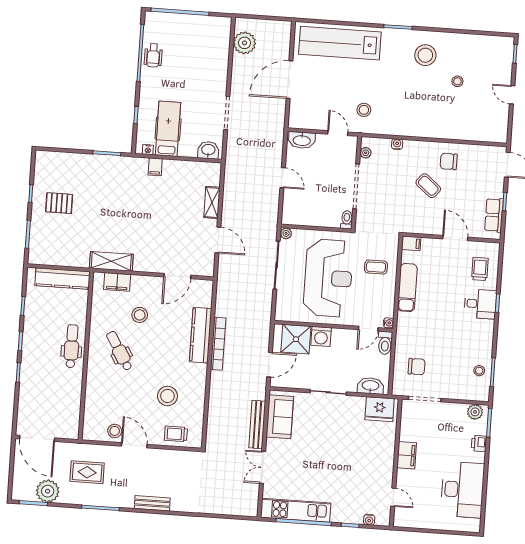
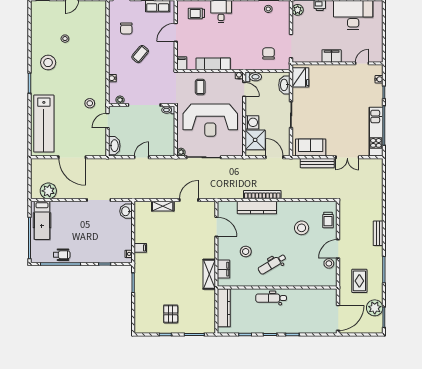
hospital bed: (168, 129) -> (42, 220), moved, turned -90
chair: (449, 161) -> (126, 28), moved
reception desk: (328, 278) -> (210, 120), turned 180

